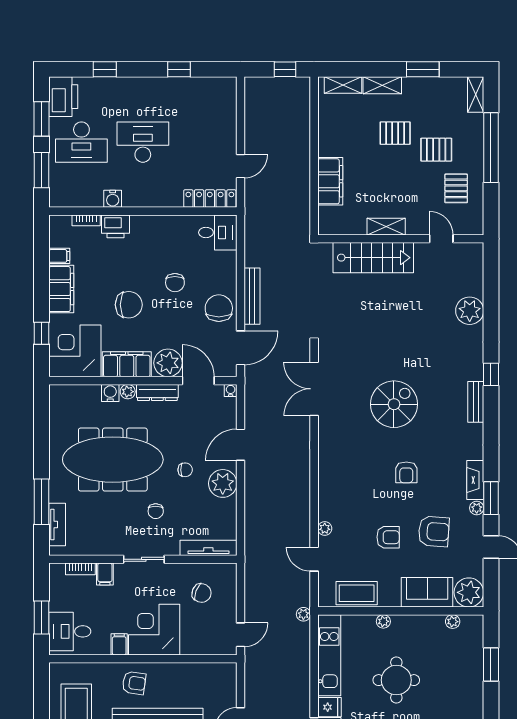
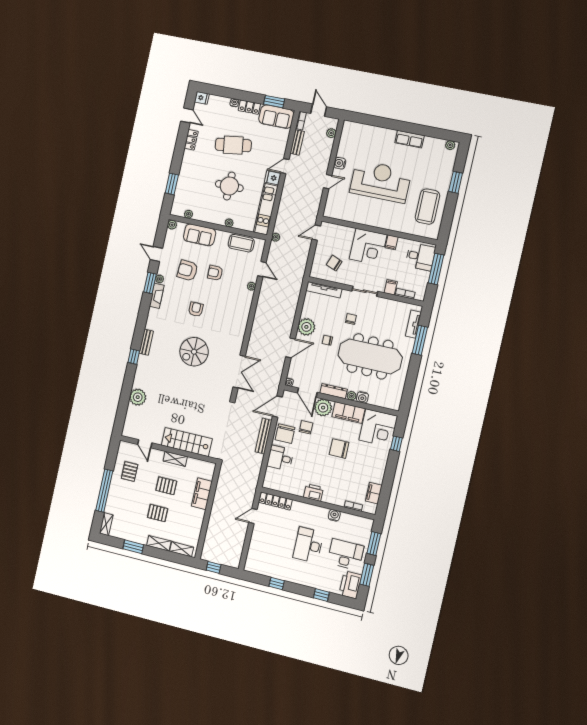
desk: (143, 142) -> (308, 545), turned 90
pallet: (436, 150) -> (166, 486), moved
printer: (116, 226) -> (314, 493), moved
desk: (218, 232) -> (280, 458), moved
filing cabinet: (59, 256) -> (374, 493), width x2.00
chair: (175, 283) -> (306, 427), moved
filing cabinet: (61, 289) -> (378, 468), removed
plant: (469, 592) -> (172, 225), width x0.53, depth x0.53
window: (42, 617) -> (436, 269), width x1.44
armchair: (134, 683) -> (388, 217), removed

